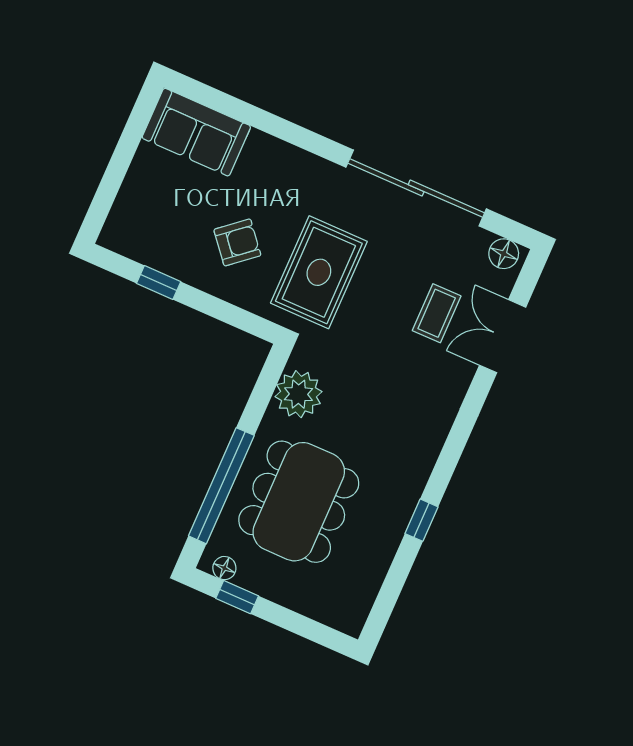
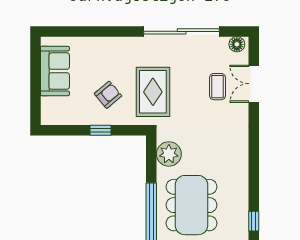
sofa: (196, 132) -> (55, 71), moved, turned -90
window: (159, 283) -> (100, 130), moved
window: (421, 520) -> (254, 221), moved

